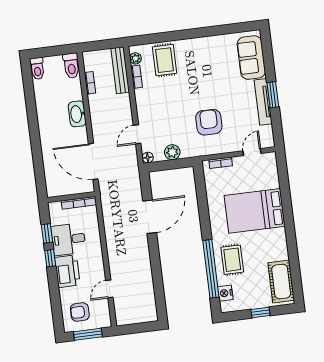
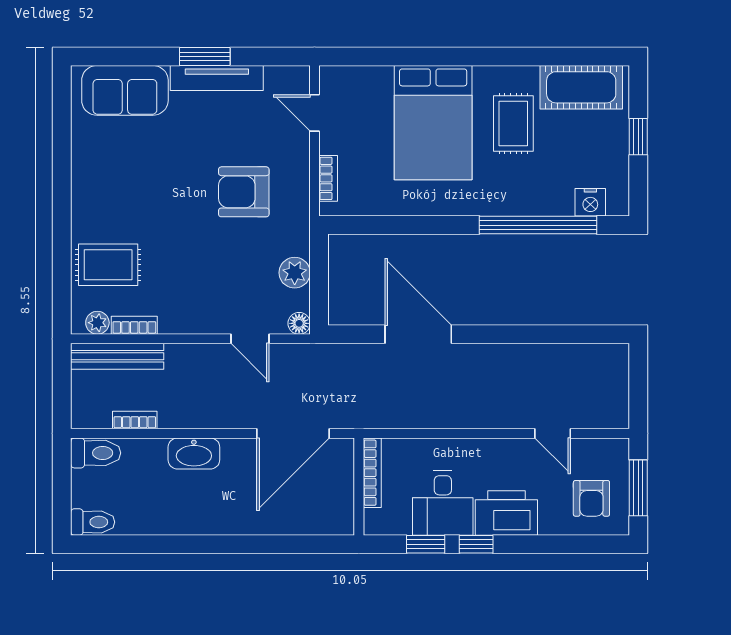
rug: (232, 260) -> (513, 123), moved, turned 90

